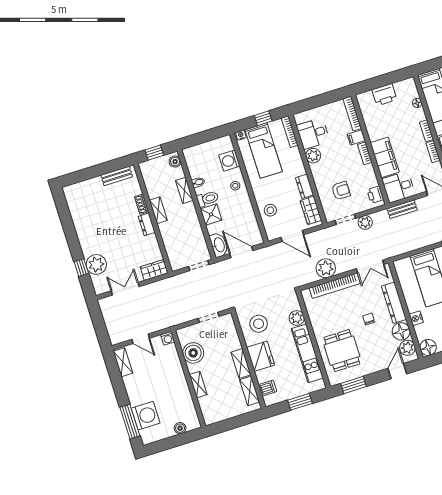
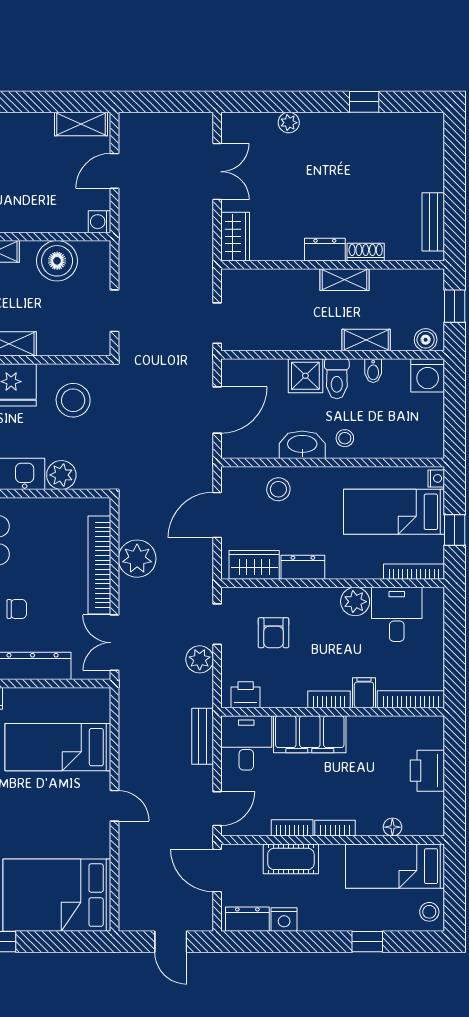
washing machine: (229, 161) -> (428, 375), moved, turned 180
washbasin: (219, 245) -> (302, 445), moved, turned 180
plant: (96, 264) -> (289, 123), width x0.53, depth x0.53
window: (81, 268) -> (364, 102), moved

